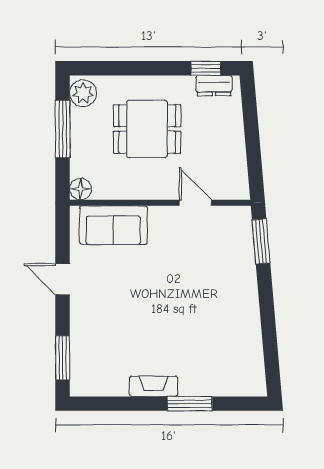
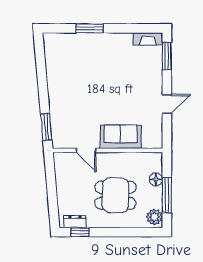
floor lamp: (81, 189) -> (156, 179), moved
sofa: (113, 225) -> (121, 137), moved
door: (63, 279) -> (167, 104), hinge flipped
fireplace: (154, 386) -> (148, 39), moved

